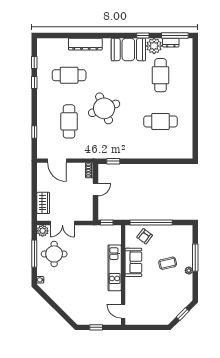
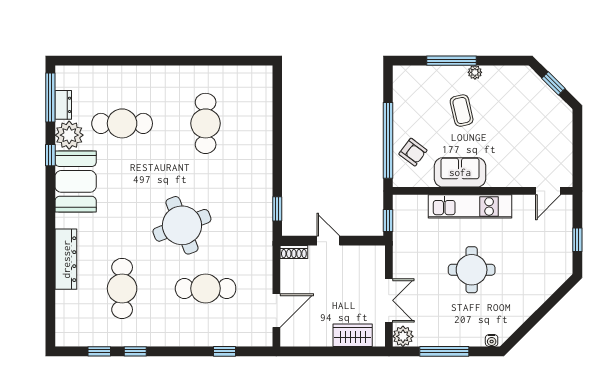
round table: (54, 254) -> (472, 270), moved

